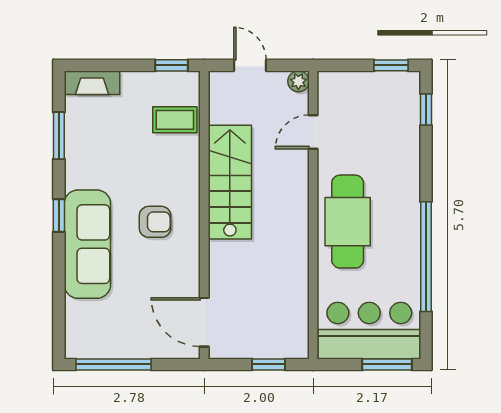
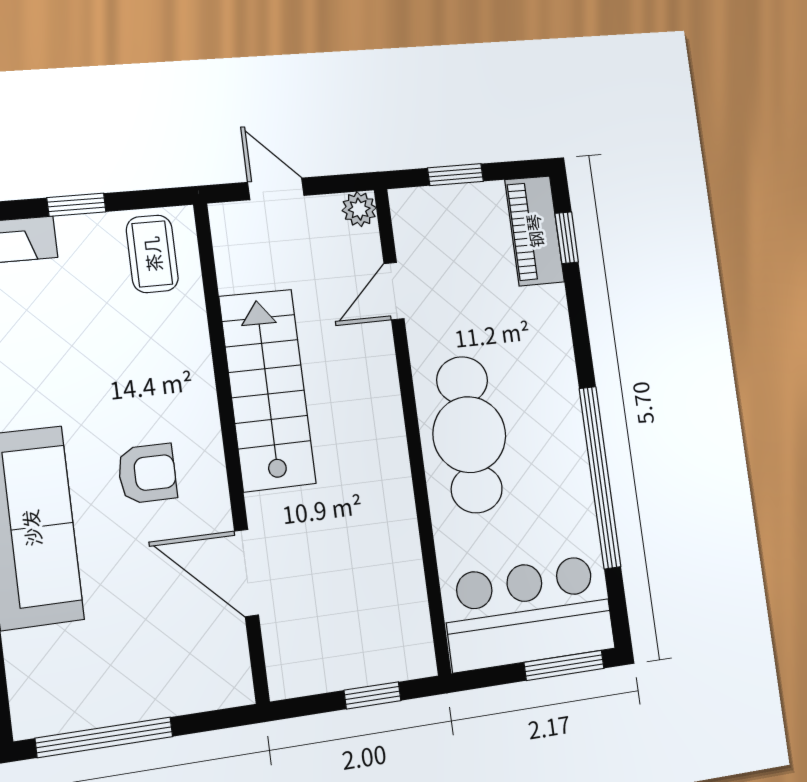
window: (171, 65) -> (76, 205), moved
window: (391, 65) -> (455, 175), moved
piano: (406, 103) -> (534, 231), added
coffee table: (175, 120) -> (152, 254), moved, turned 90
door: (204, 322) -> (246, 573), moved

